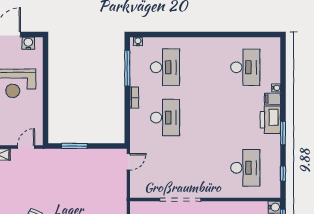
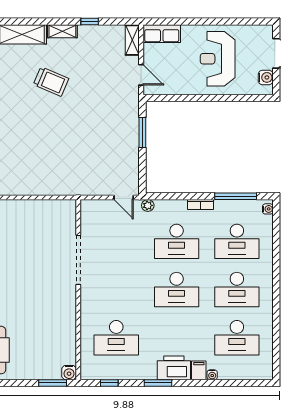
desk: (205, 67) -> (237, 290), added
desk: (205, 118) -> (177, 290), added
plant: (135, 142) -> (148, 205), added

